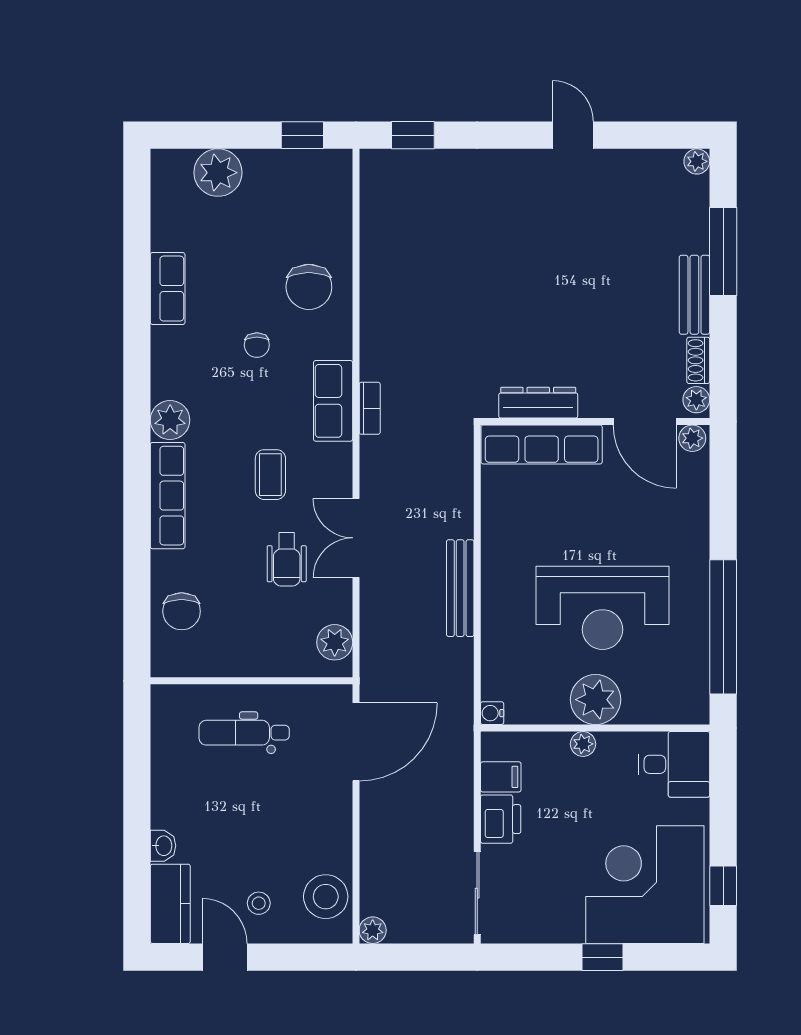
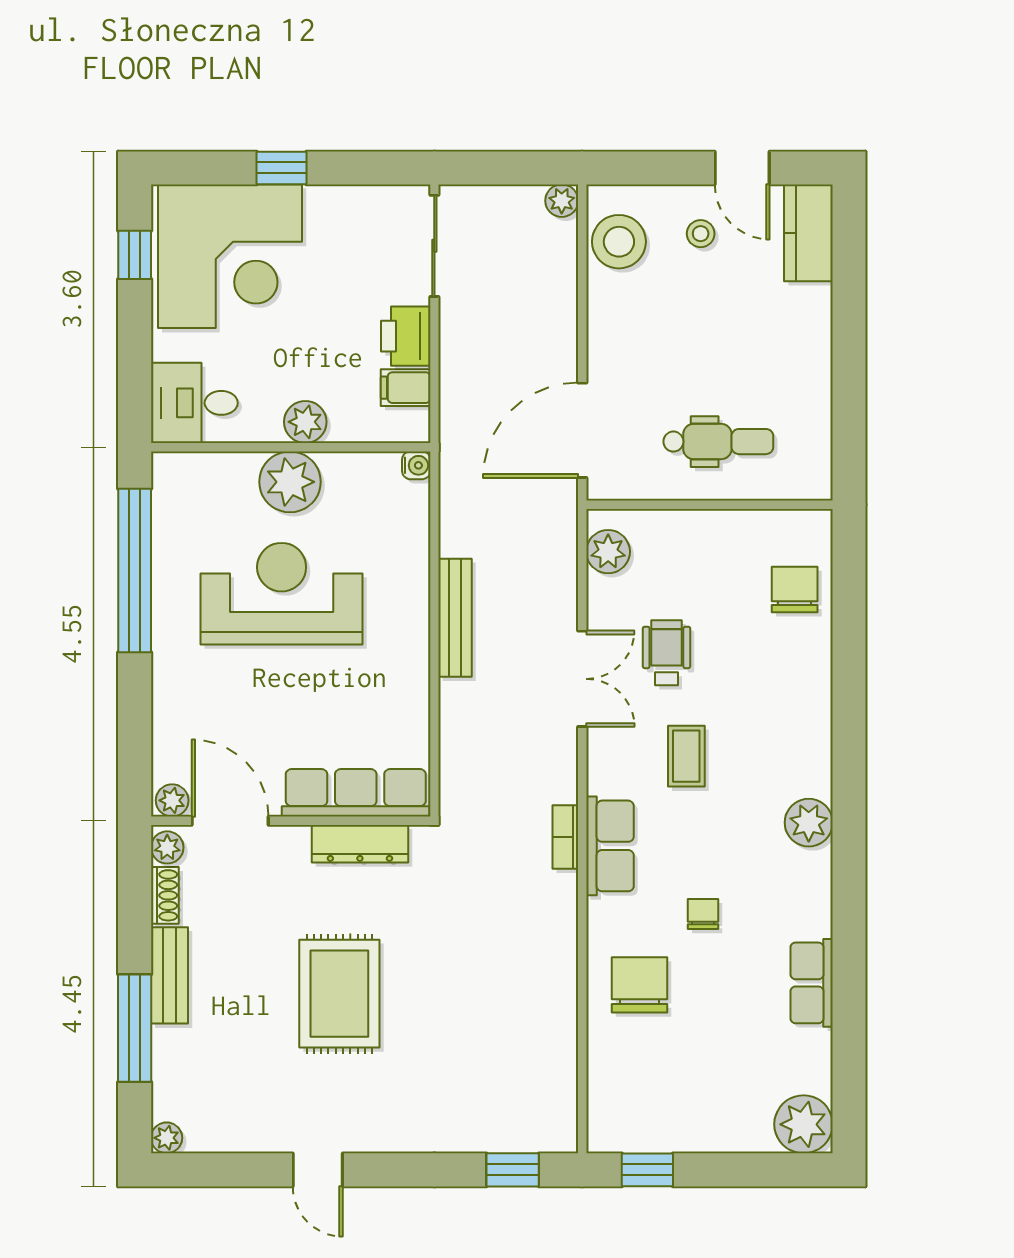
plant: (218, 173) -> (804, 1124), moved
rug: (555, 280) -> (339, 994), added
row of seats: (168, 496) -> (812, 730), removed
plant: (583, 744) -> (305, 422), width x1.38, depth x1.38
washbasin: (163, 846) -> (817, 304), removed

